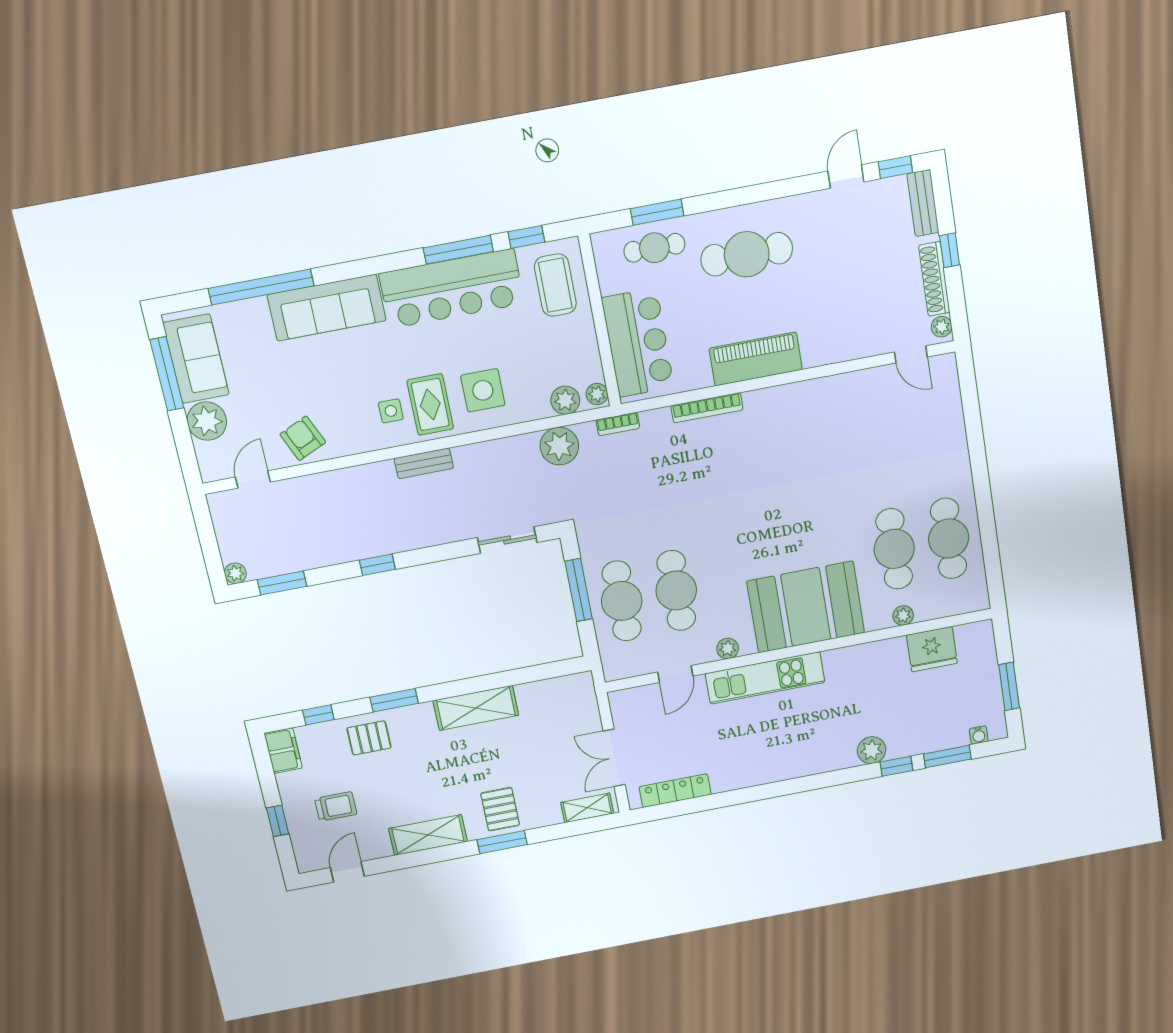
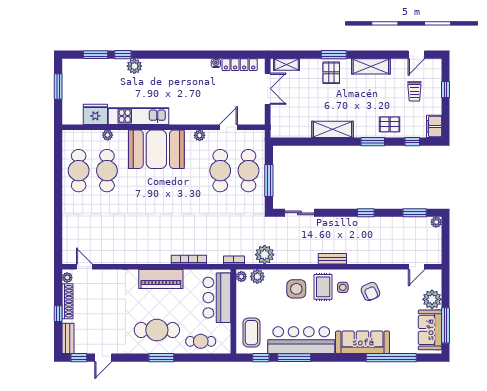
window: (657, 212) -> (161, 358), moved
armchair: (303, 438) -> (370, 292), moved
kitchen unit: (765, 678) -> (139, 116), moved
water cooler: (979, 735) -> (216, 63), moved
trolley: (336, 806) -> (414, 91), turned -90

